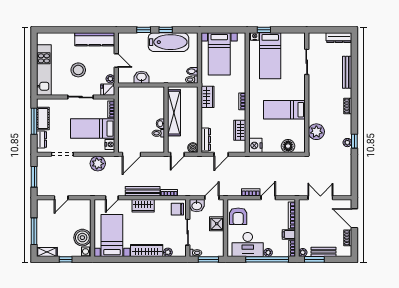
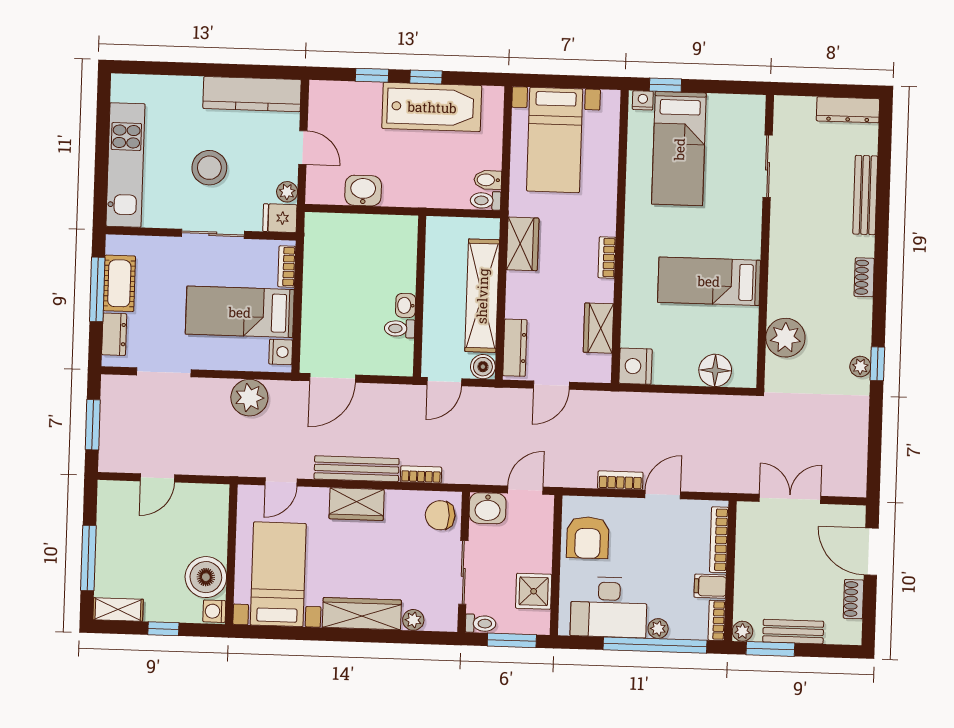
shelving: (174, 113) -> (482, 296), moved
shower: (217, 224) -> (534, 591), moved

